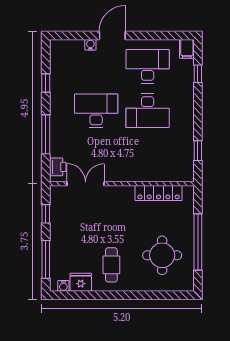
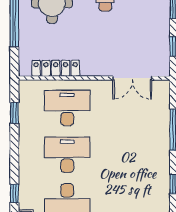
desk: (96, 111) -> (67, 108), moved, turned 180
printer: (58, 167) -> (162, 96), removed

